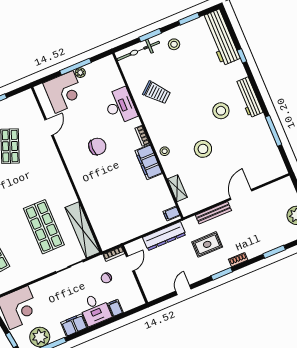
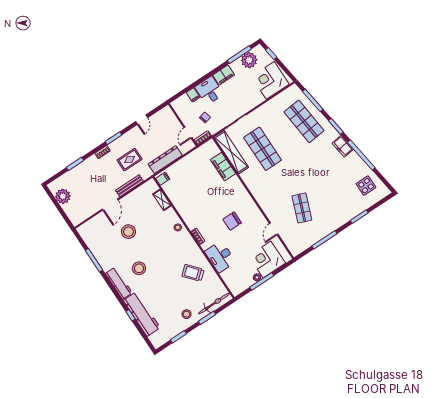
workbench: (221, 37) -> (142, 314), moved
stool: (203, 149) -> (128, 232), moved
filing cabinet: (149, 162) -> (223, 167), moved, turned 180

